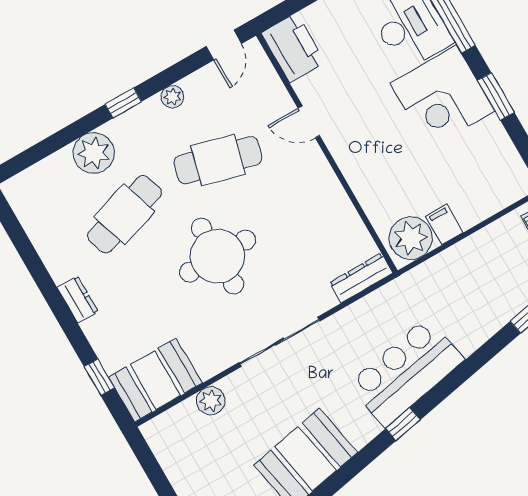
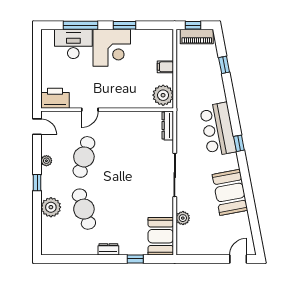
filing cabinet: (444, 224) -> (165, 67), moved
round table: (218, 256) -> (124, 180), removed
window: (99, 377) -> (135, 259), moved

